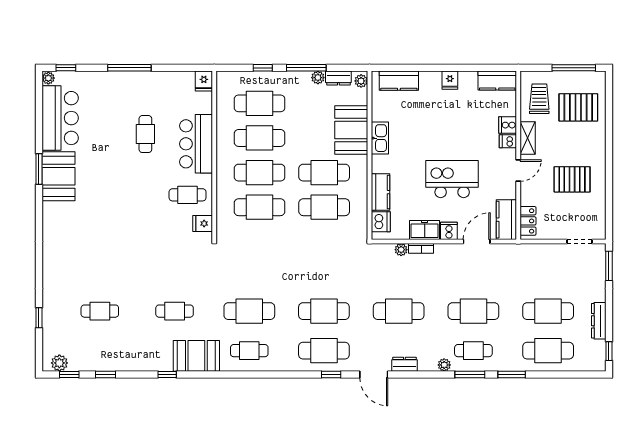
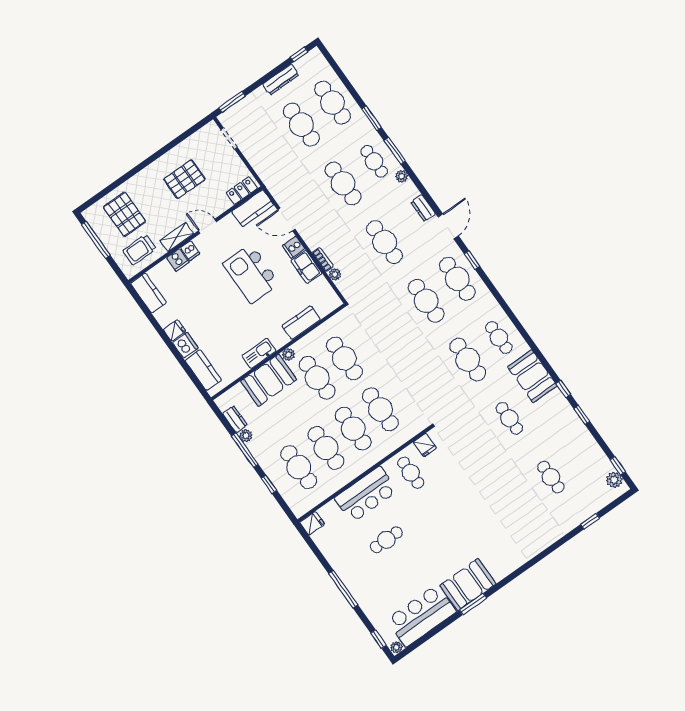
plant: (361, 81) -> (288, 355), moved
pallet: (572, 179) -> (184, 179), turned 90
dishwasher: (381, 222) -> (185, 345), moved, turned 90
window: (106, 374) -> (582, 415), moved

